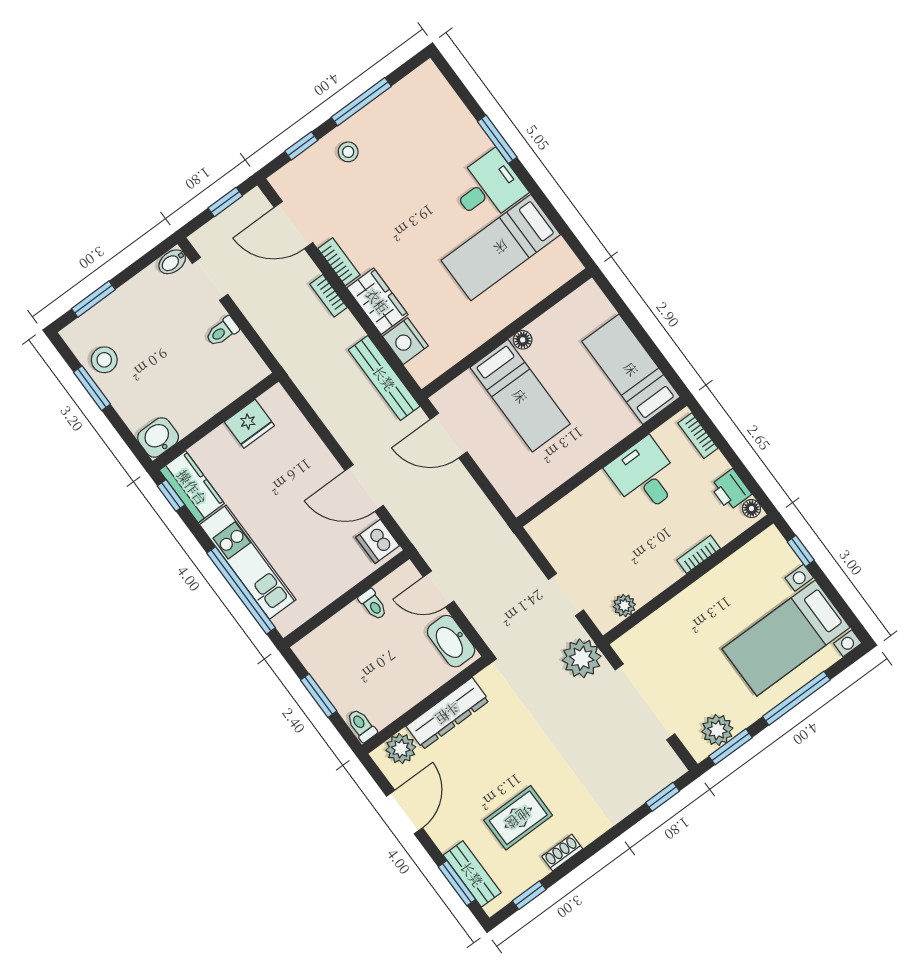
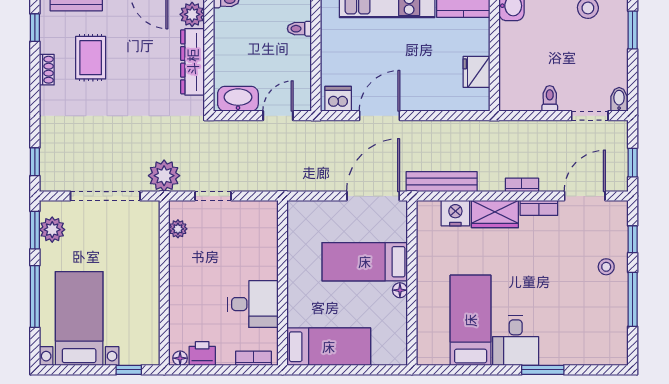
door: (449, 436) -> (373, 196), width x1.36
bookcase: (699, 554) -> (176, 302), removed
toilet: (373, 604) -> (299, 29), moved

